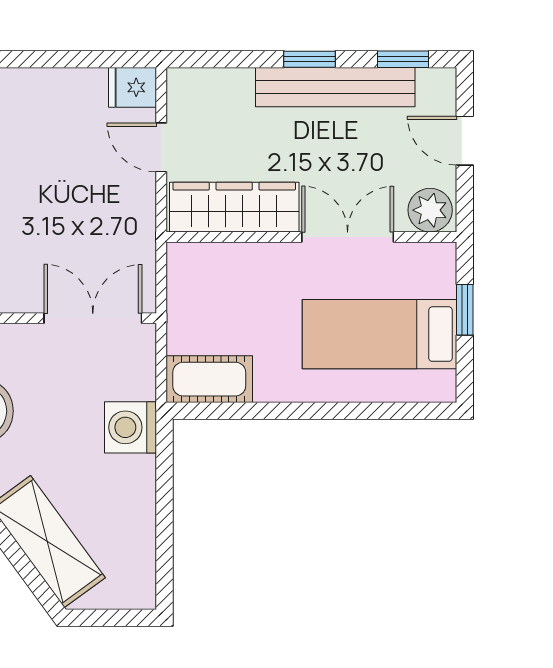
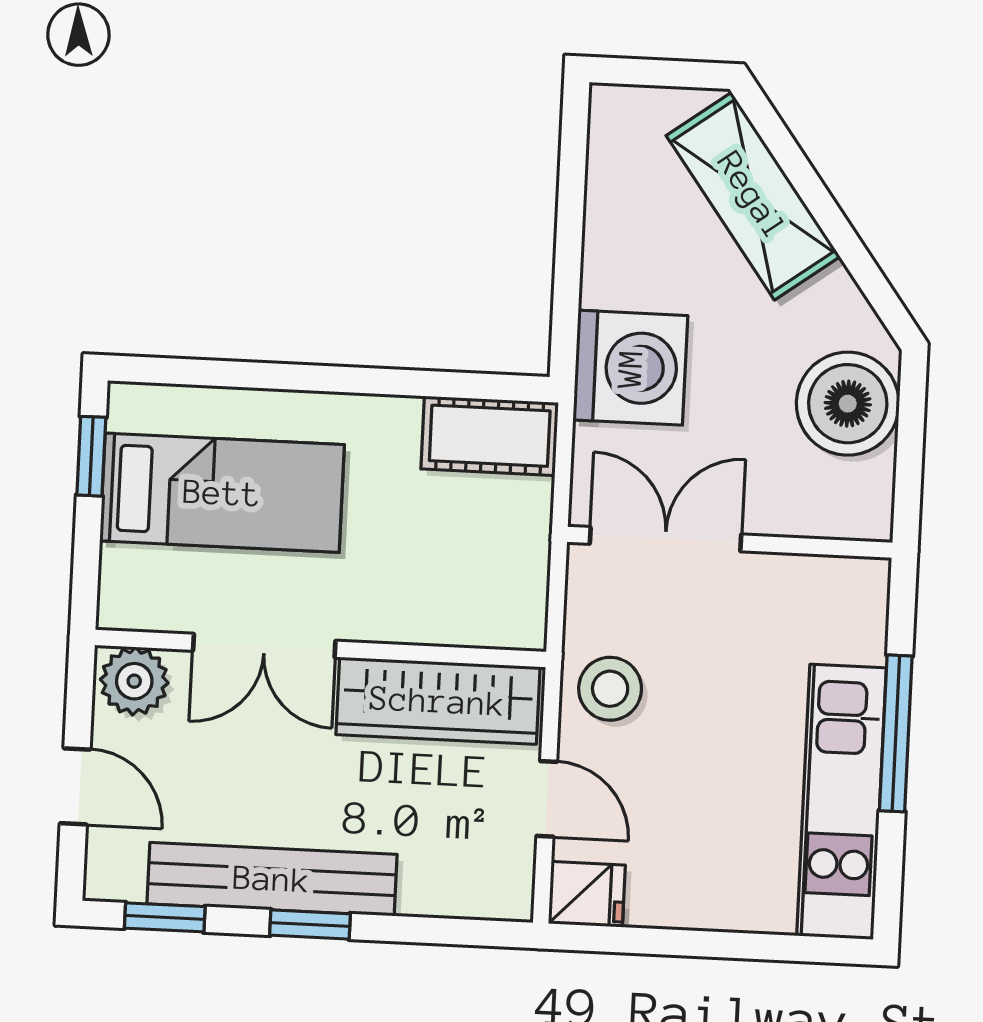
stool: (124, 220) -> (610, 689), added
window: (465, 310) -> (91, 456), moved
double door: (93, 318) -> (665, 539), swing flipped
washing machine: (130, 427) -> (630, 368), width x1.37, depth x1.37

